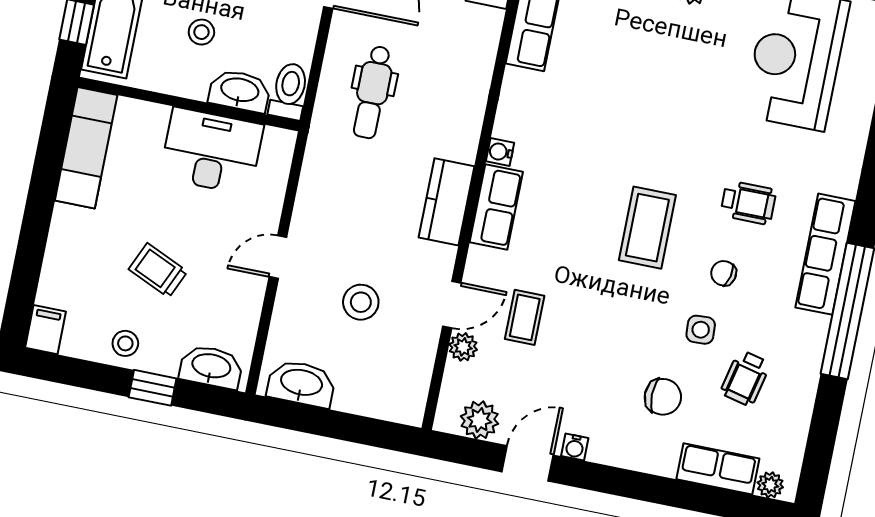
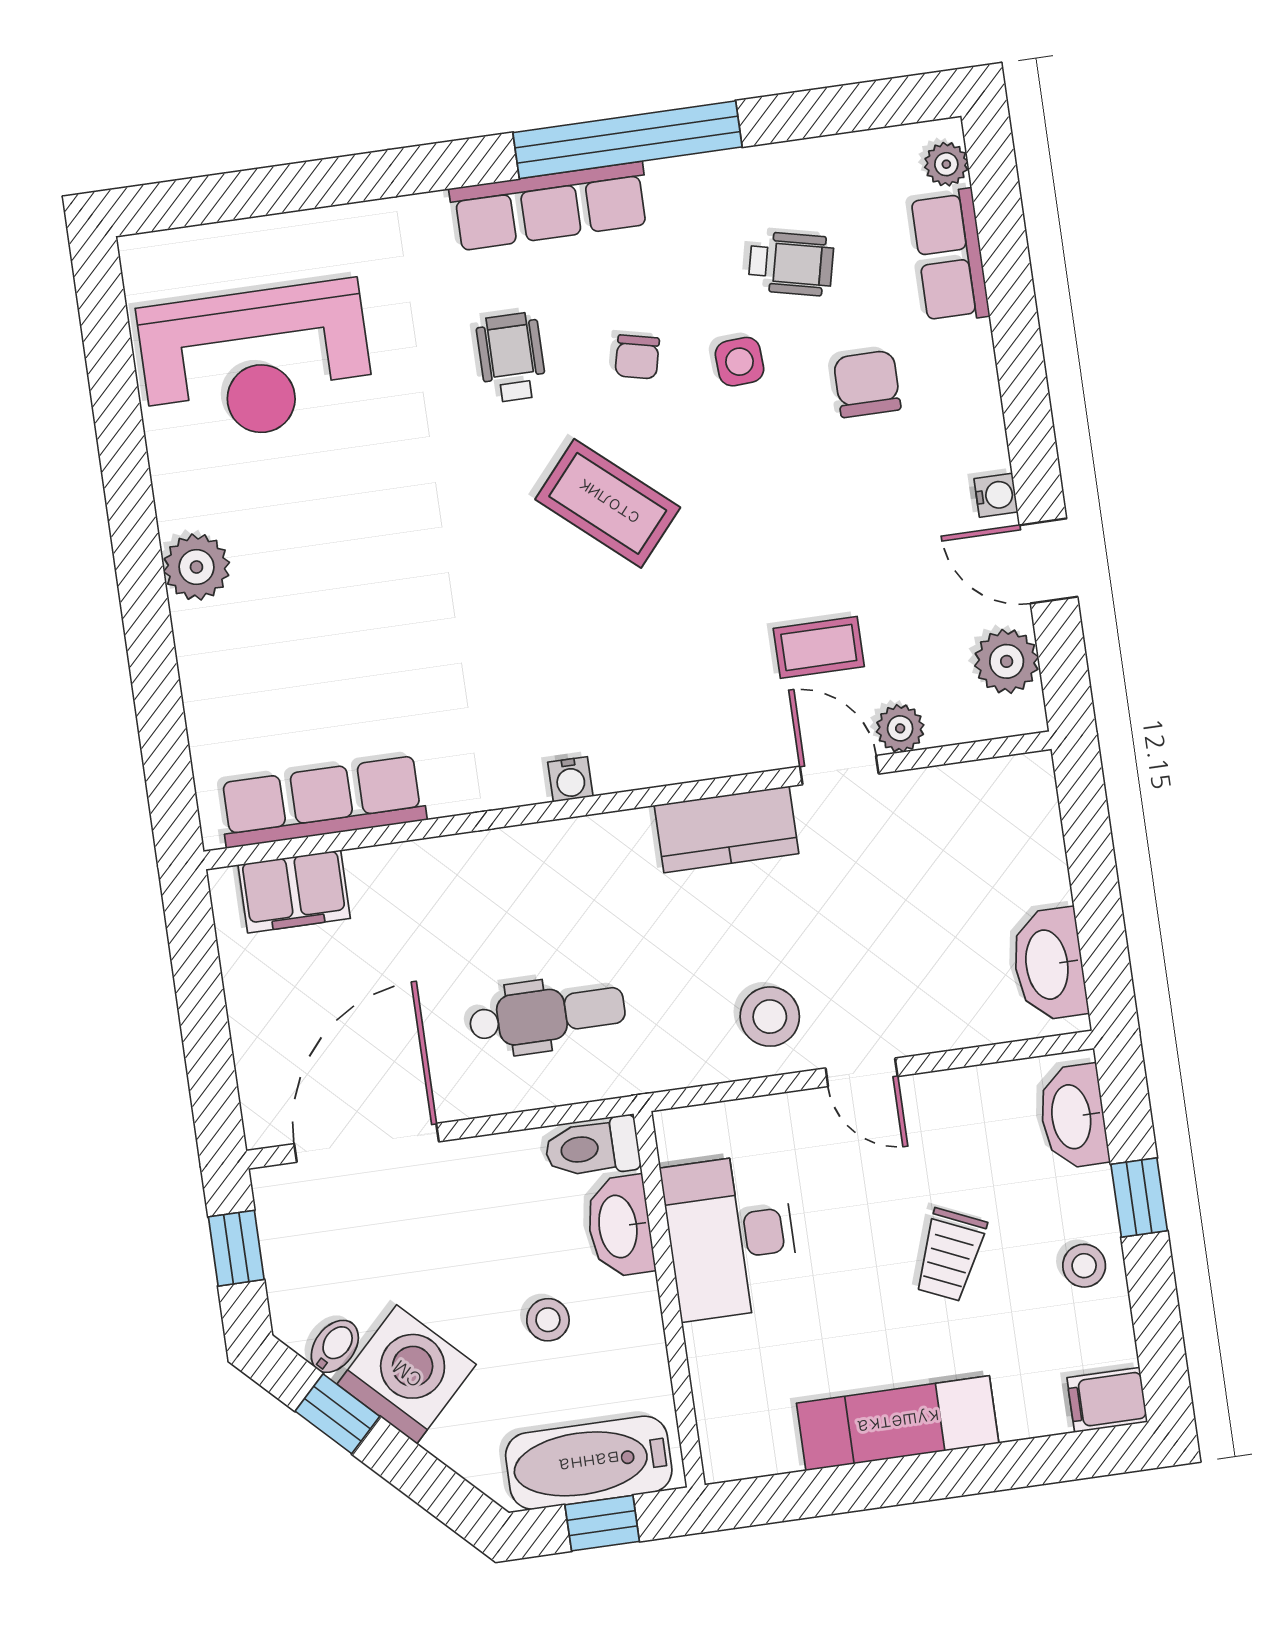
exam couch: (86, 148) -> (898, 1423), moved
kitchen counter: (447, 202) -> (726, 829), moved
row of seats: (496, 207) -> (660, 754), removed
coffee table: (647, 228) -> (608, 503), turned 41
stool: (361, 302) -> (770, 1017), moved

